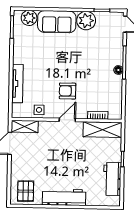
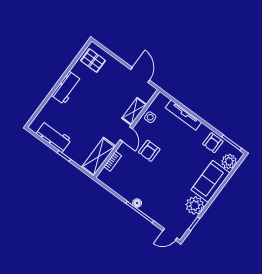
armchair: (23, 43) -> (213, 143), added
armchair: (68, 91) -> (149, 151), turned 180
shelving: (25, 126) -> (134, 111), moved
workbench: (64, 197) -> (66, 88), width x0.73

